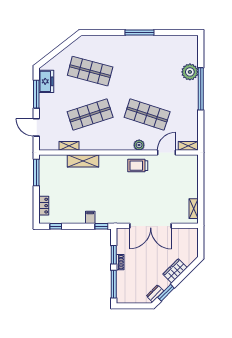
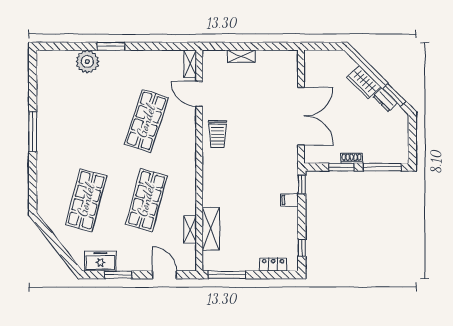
window: (201, 89) -> (111, 46), width x0.47
window: (36, 94) -> (118, 275), width x0.69
shop shelf: (90, 114) -> (146, 200), turned 33
door: (36, 127) -> (164, 275), swing flipped
plant: (139, 145) -> (189, 132), removed
shelving: (83, 161) -> (211, 229), moved
shelving: (194, 209) -> (241, 56), moved
dresser: (155, 293) -> (385, 100), moved

